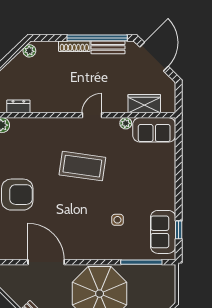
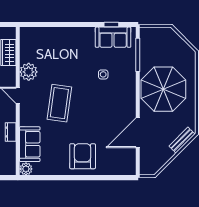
dresser: (18, 106) -> (11, 132), moved
plant: (126, 123) -> (29, 72), width x1.88, depth x1.88
sofa: (154, 130) -> (30, 144), moved

